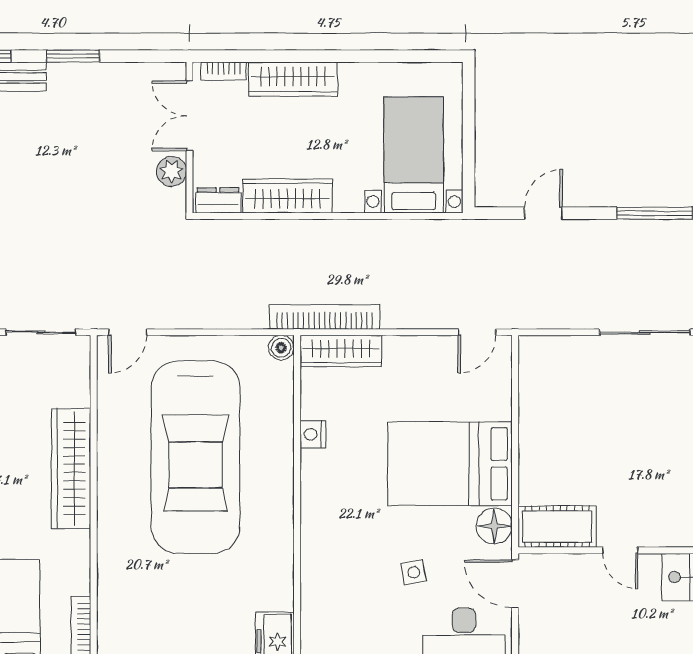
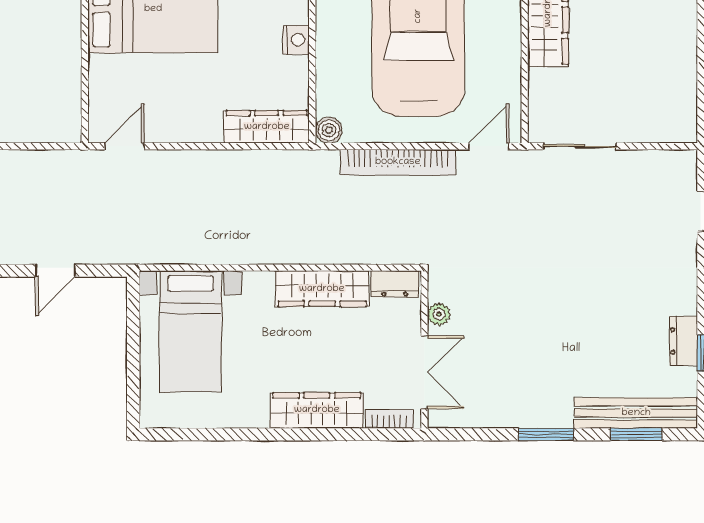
plant: (172, 171) -> (439, 314), width x0.73, depth x0.73
bookcase: (325, 317) -> (398, 162), moved

